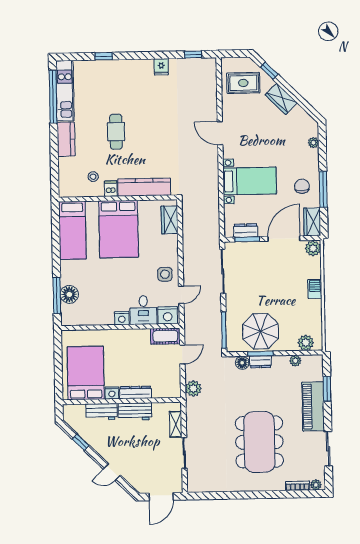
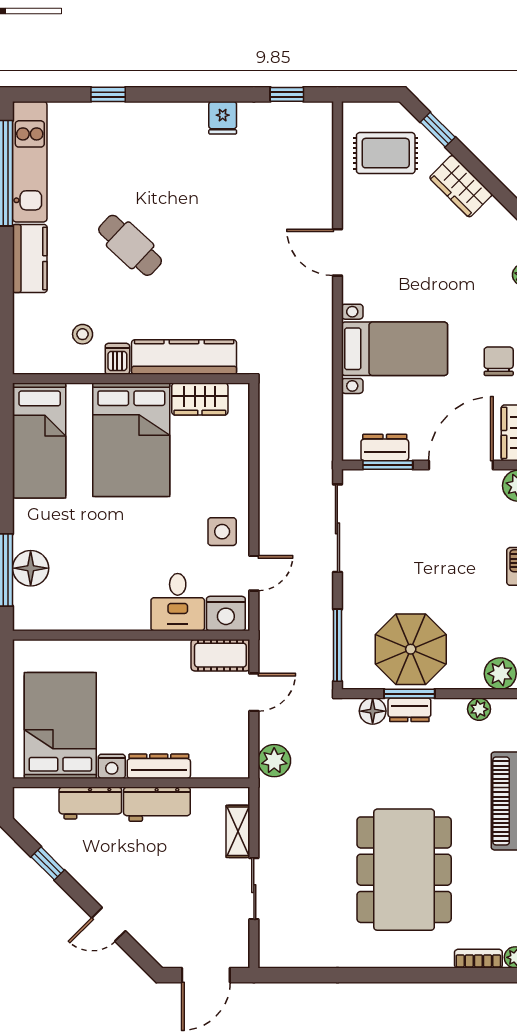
cafe table: (116, 132) -> (130, 245), turned -47
wardrobe: (170, 220) -> (200, 399), moved, turned -90
nightstand: (122, 318) -> (134, 618), removed

